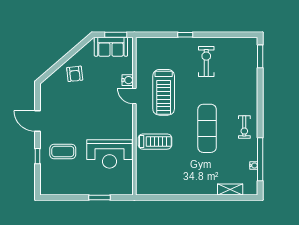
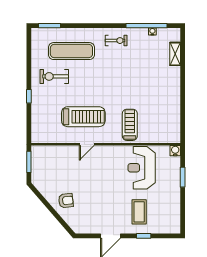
sofa: (111, 47) -> (40, 166), removed
water cooler: (128, 80) -> (175, 151), moved
exercise mat: (207, 128) -> (71, 51), moved
reception desk: (110, 154) -> (142, 168), turned 180

